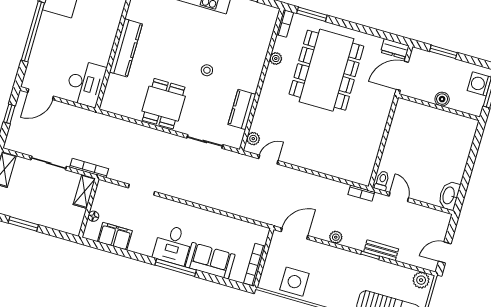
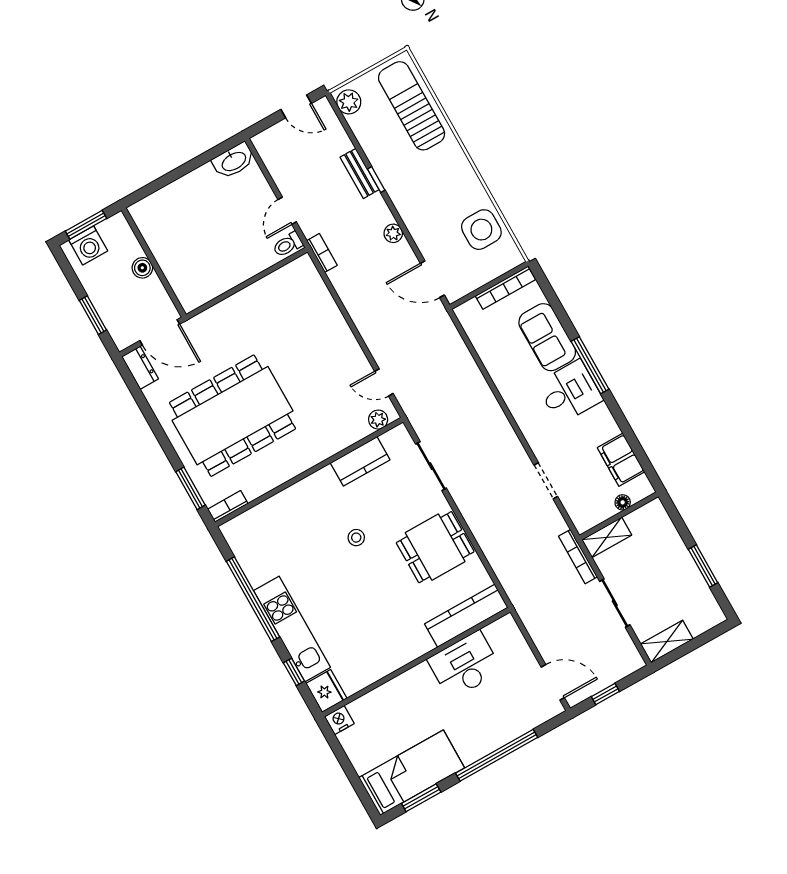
kitchen counter: (126, 48) -> (466, 616), moved
plant: (276, 59) -> (273, 479), removed
desk: (85, 83) -> (465, 665), moved

